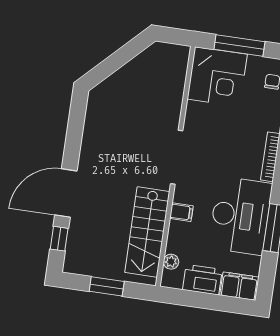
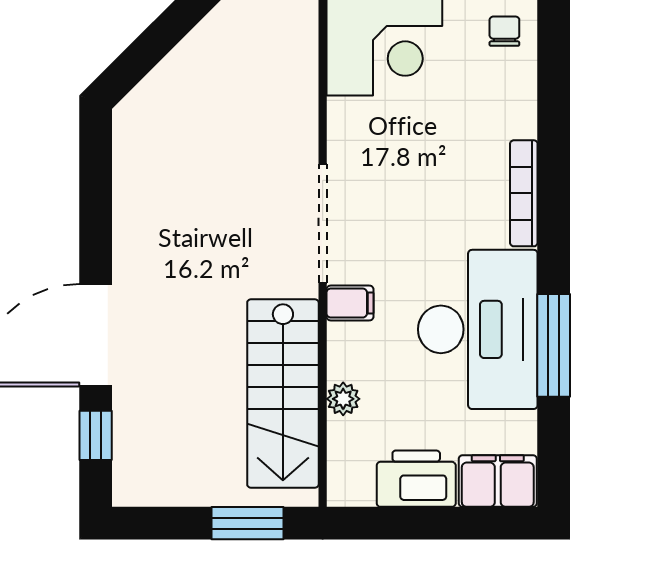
filing cabinet: (181, 212) -> (350, 303), moved
plant: (171, 262) -> (343, 399), moved
window: (107, 286) -> (248, 523), moved

